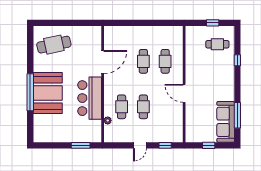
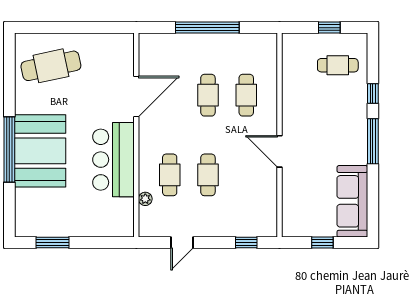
window: (143, 23) -> (207, 28), added
window: (237, 115) -> (373, 141), moved
window: (81, 145) -> (52, 243), moved
door: (140, 145) -> (182, 243), moved

